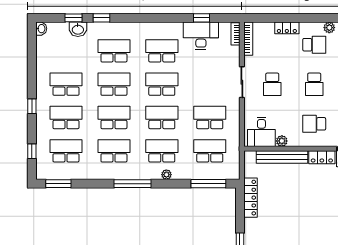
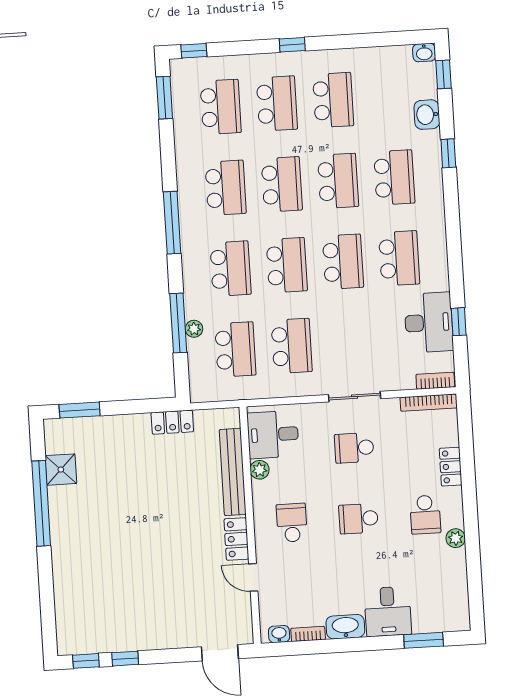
window: (74, 18) -> (444, 74), moved
window: (32, 151) -> (194, 51), moved
plant: (166, 175) -> (194, 329), moved
window: (208, 184) -> (178, 323), moved
locker: (250, 198) -> (172, 422), width x0.66

